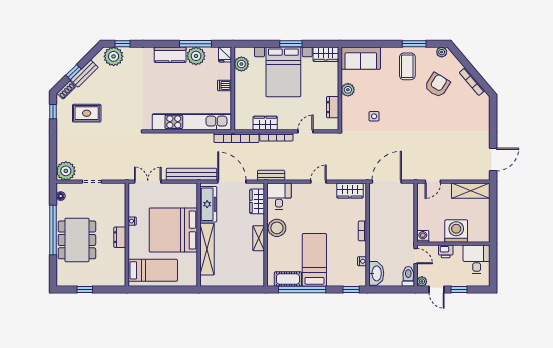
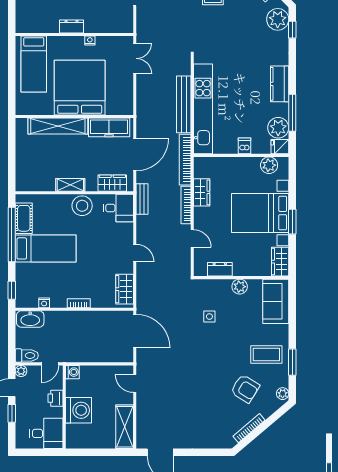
plant: (196, 56) -> (278, 128), moved
bench: (192, 174) -> (184, 104), moved

